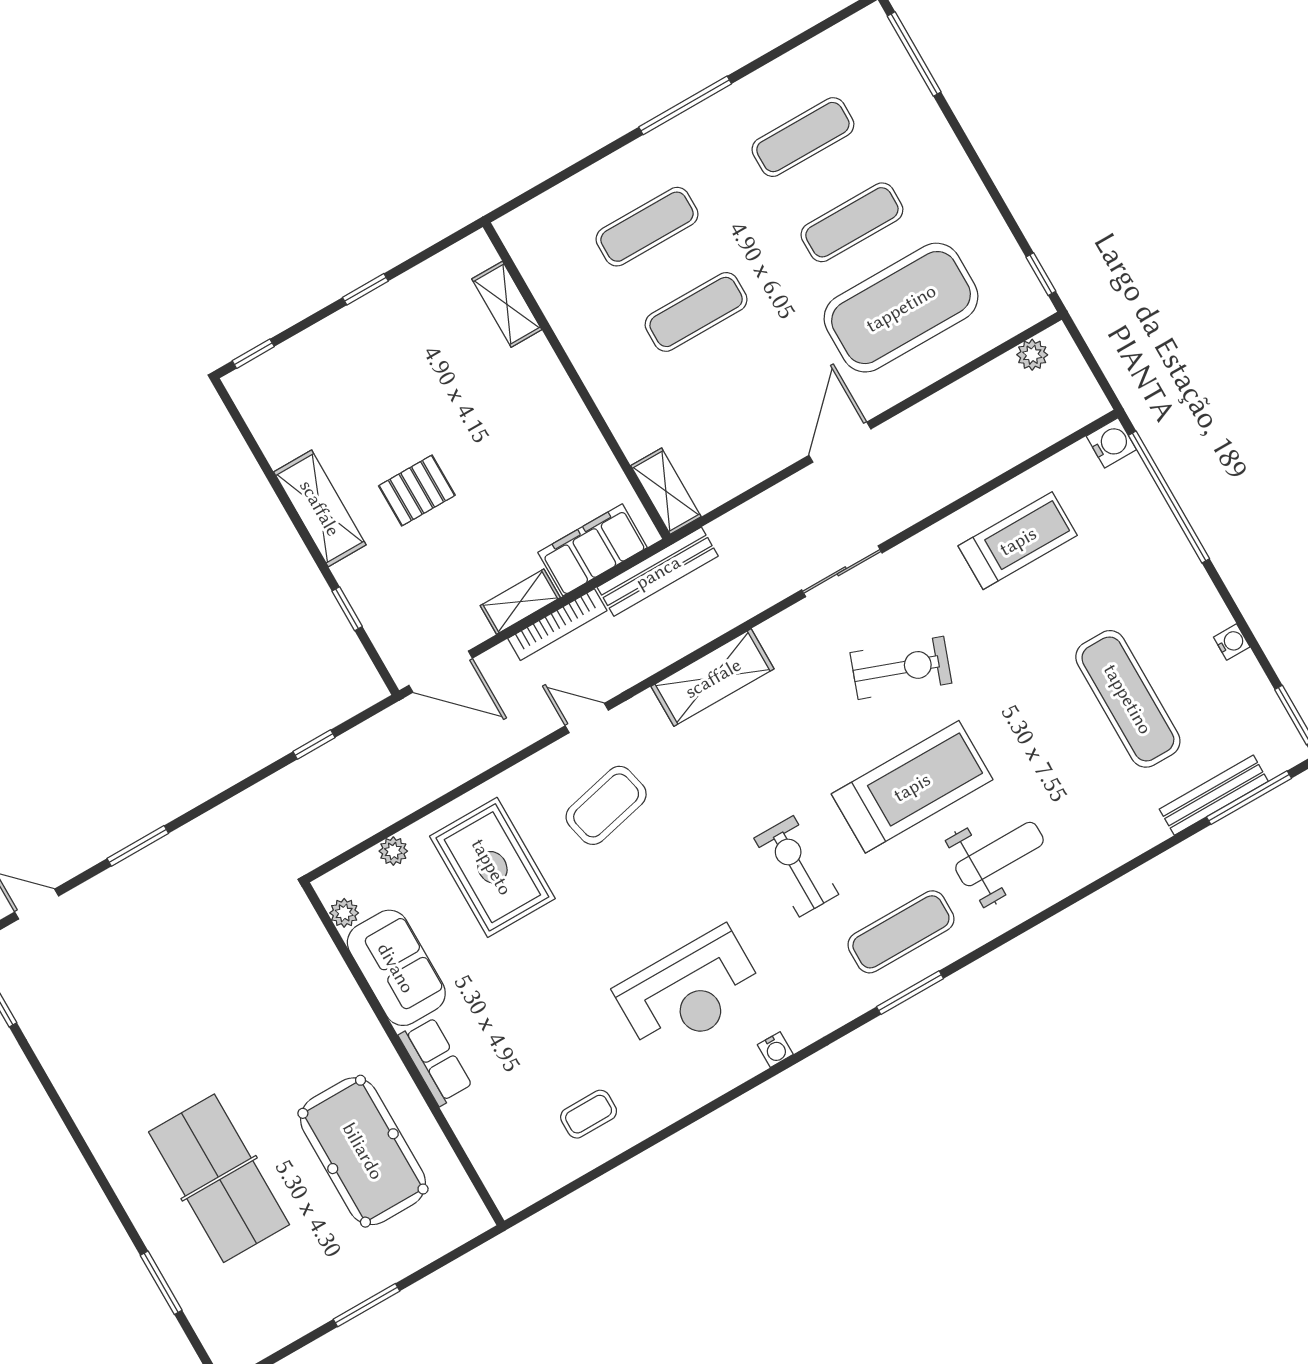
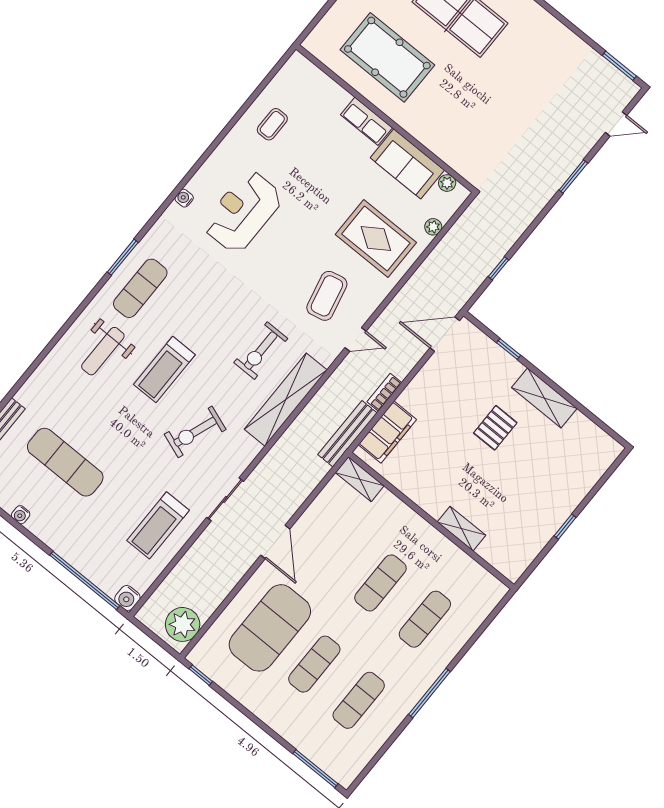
shelving: (507, 304) -> (462, 529), moved
window: (253, 354) -> (613, 468), removed
plant: (1032, 355) -> (183, 624), width x1.88, depth x1.88
sliding door: (842, 571) -> (225, 499), moved
shelving: (520, 602) -> (416, 389), removed
bookcase: (557, 625) -> (384, 392), width x0.64
shelving: (713, 678) -> (286, 400), width x1.47
treadmill: (912, 787) -> (164, 370), width x0.73, depth x0.73
exercise bike: (796, 866) -> (261, 351), moved, turned 90

